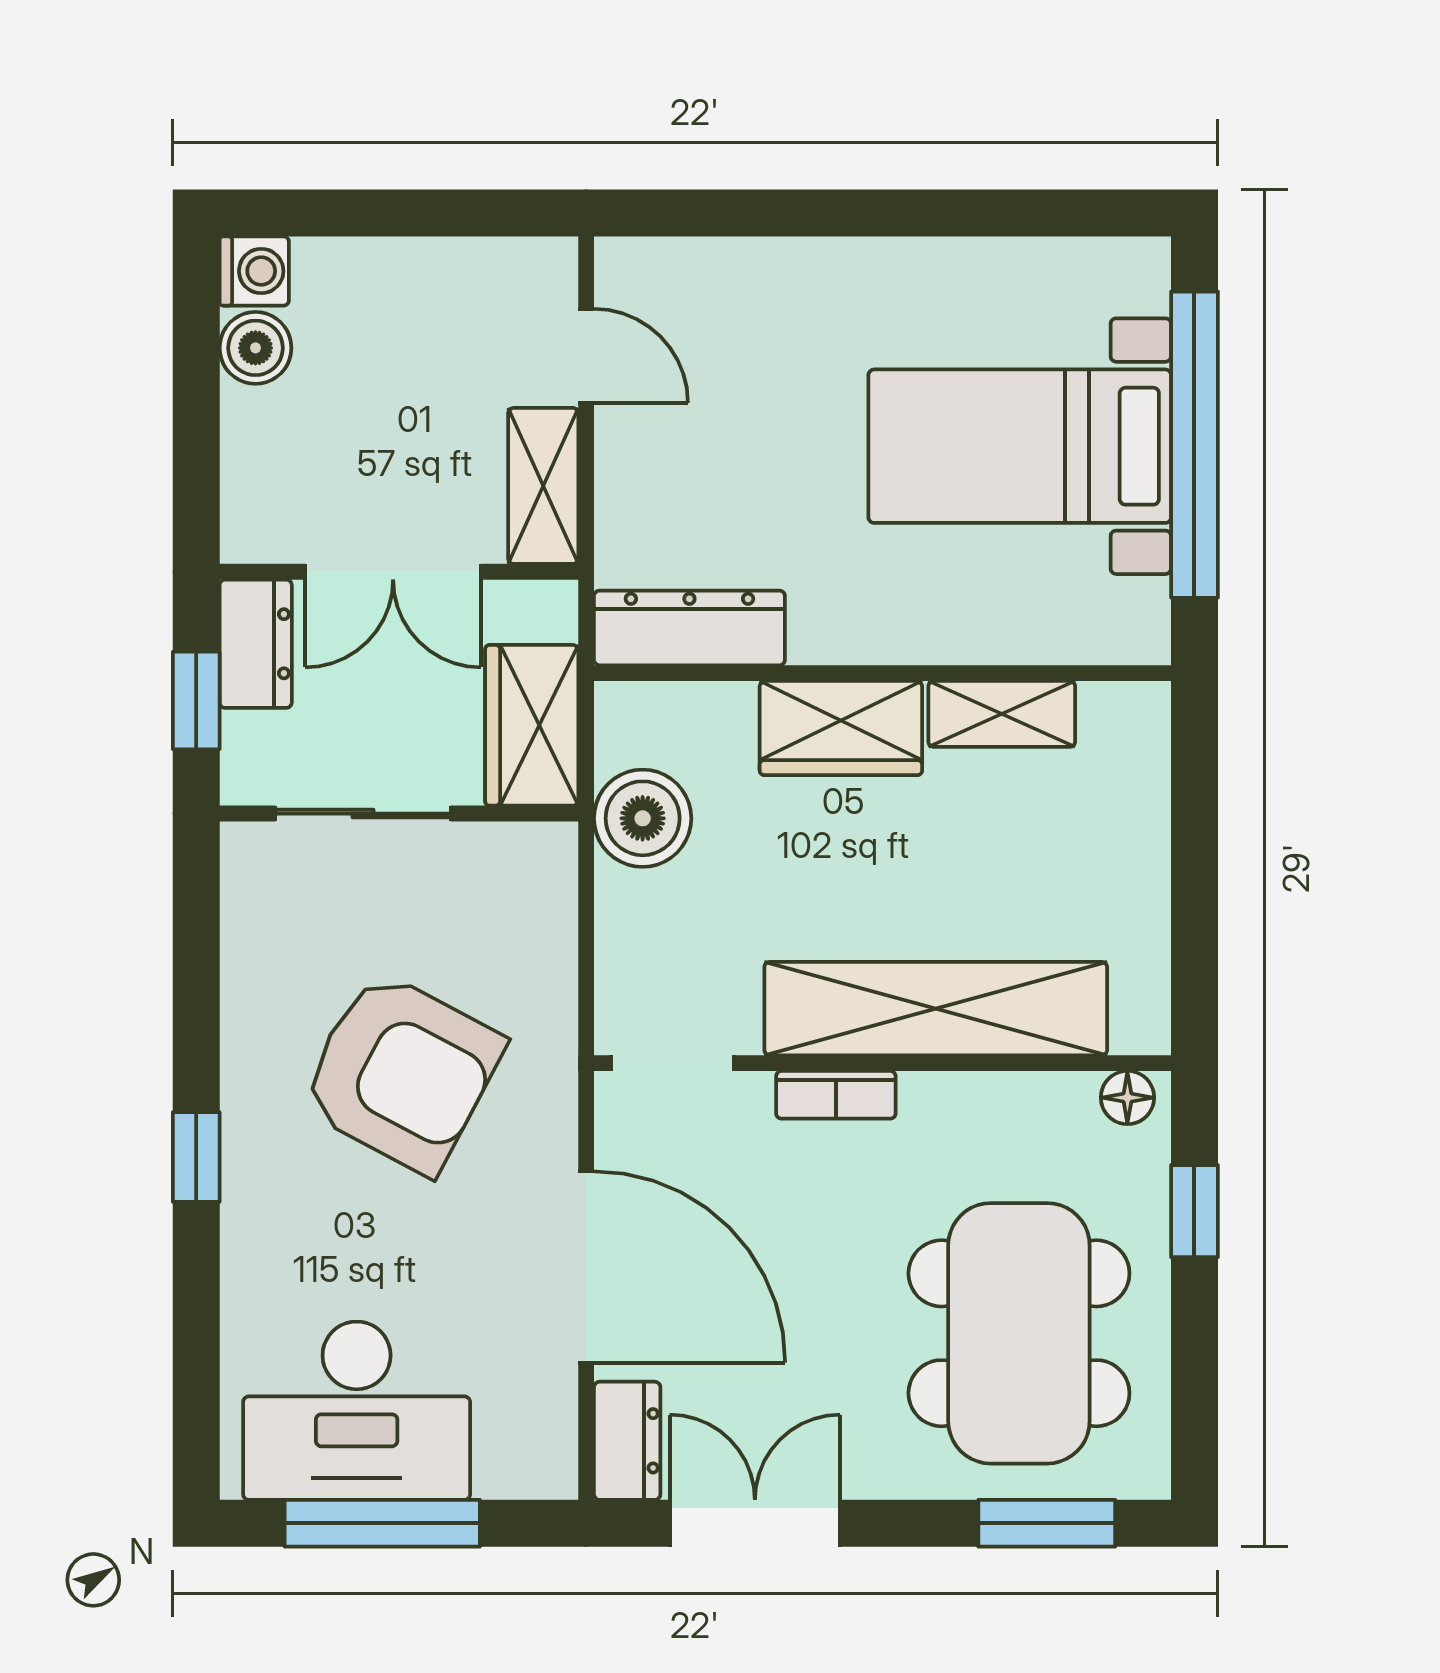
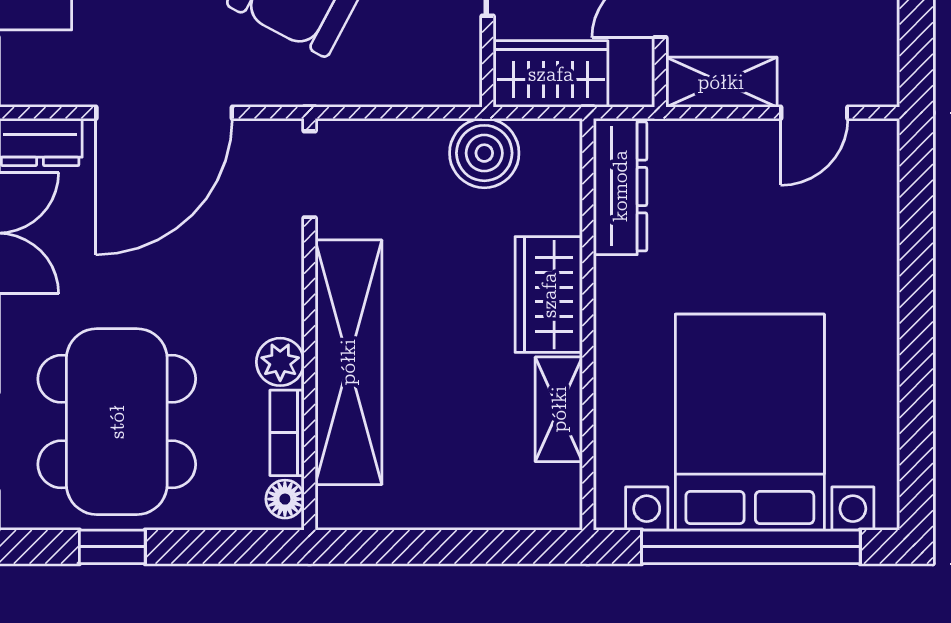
bed with nightstands: (1020, 446) -> (750, 422), width x1.36
bookcase: (836, 1095) -> (287, 433), moved
plant: (935, 1104) -> (280, 362), added
window: (1194, 1211) -> (112, 547), moved
dining table: (1019, 1333) -> (117, 422), turned 90

